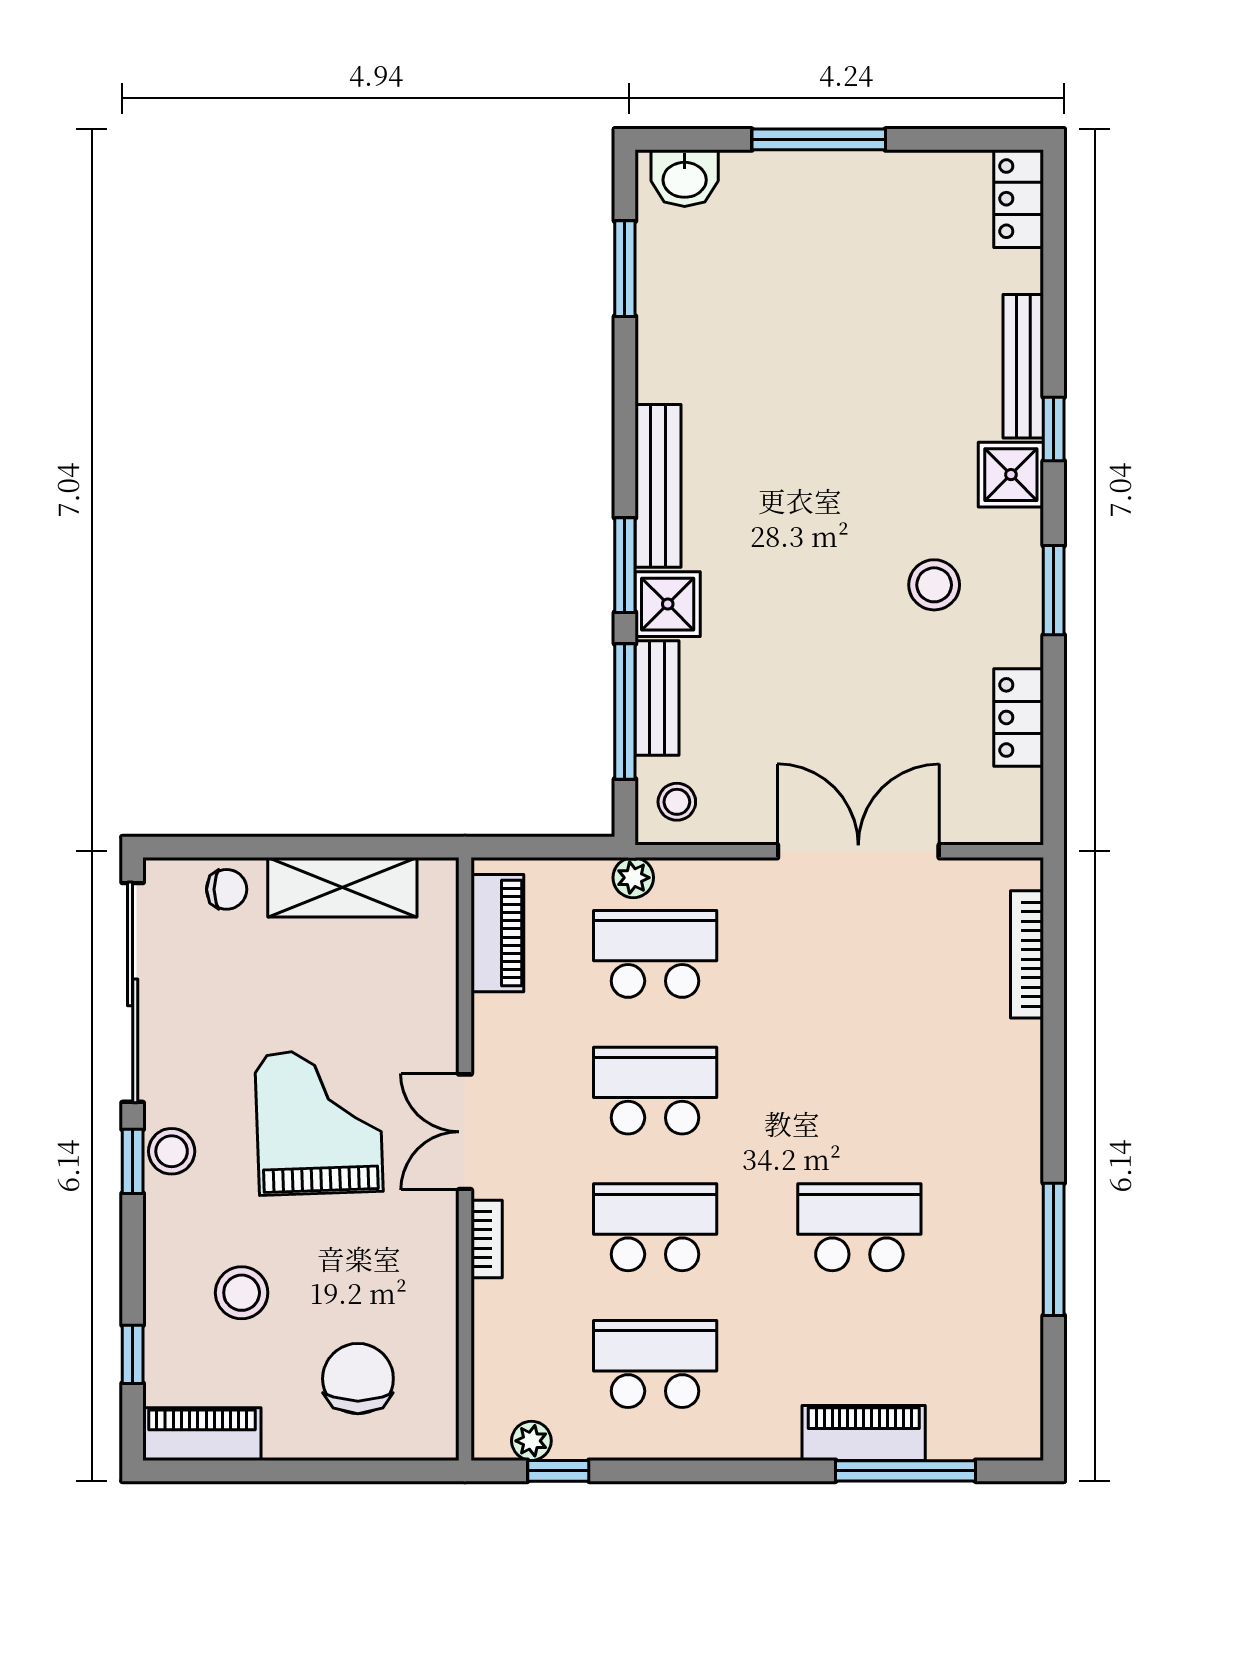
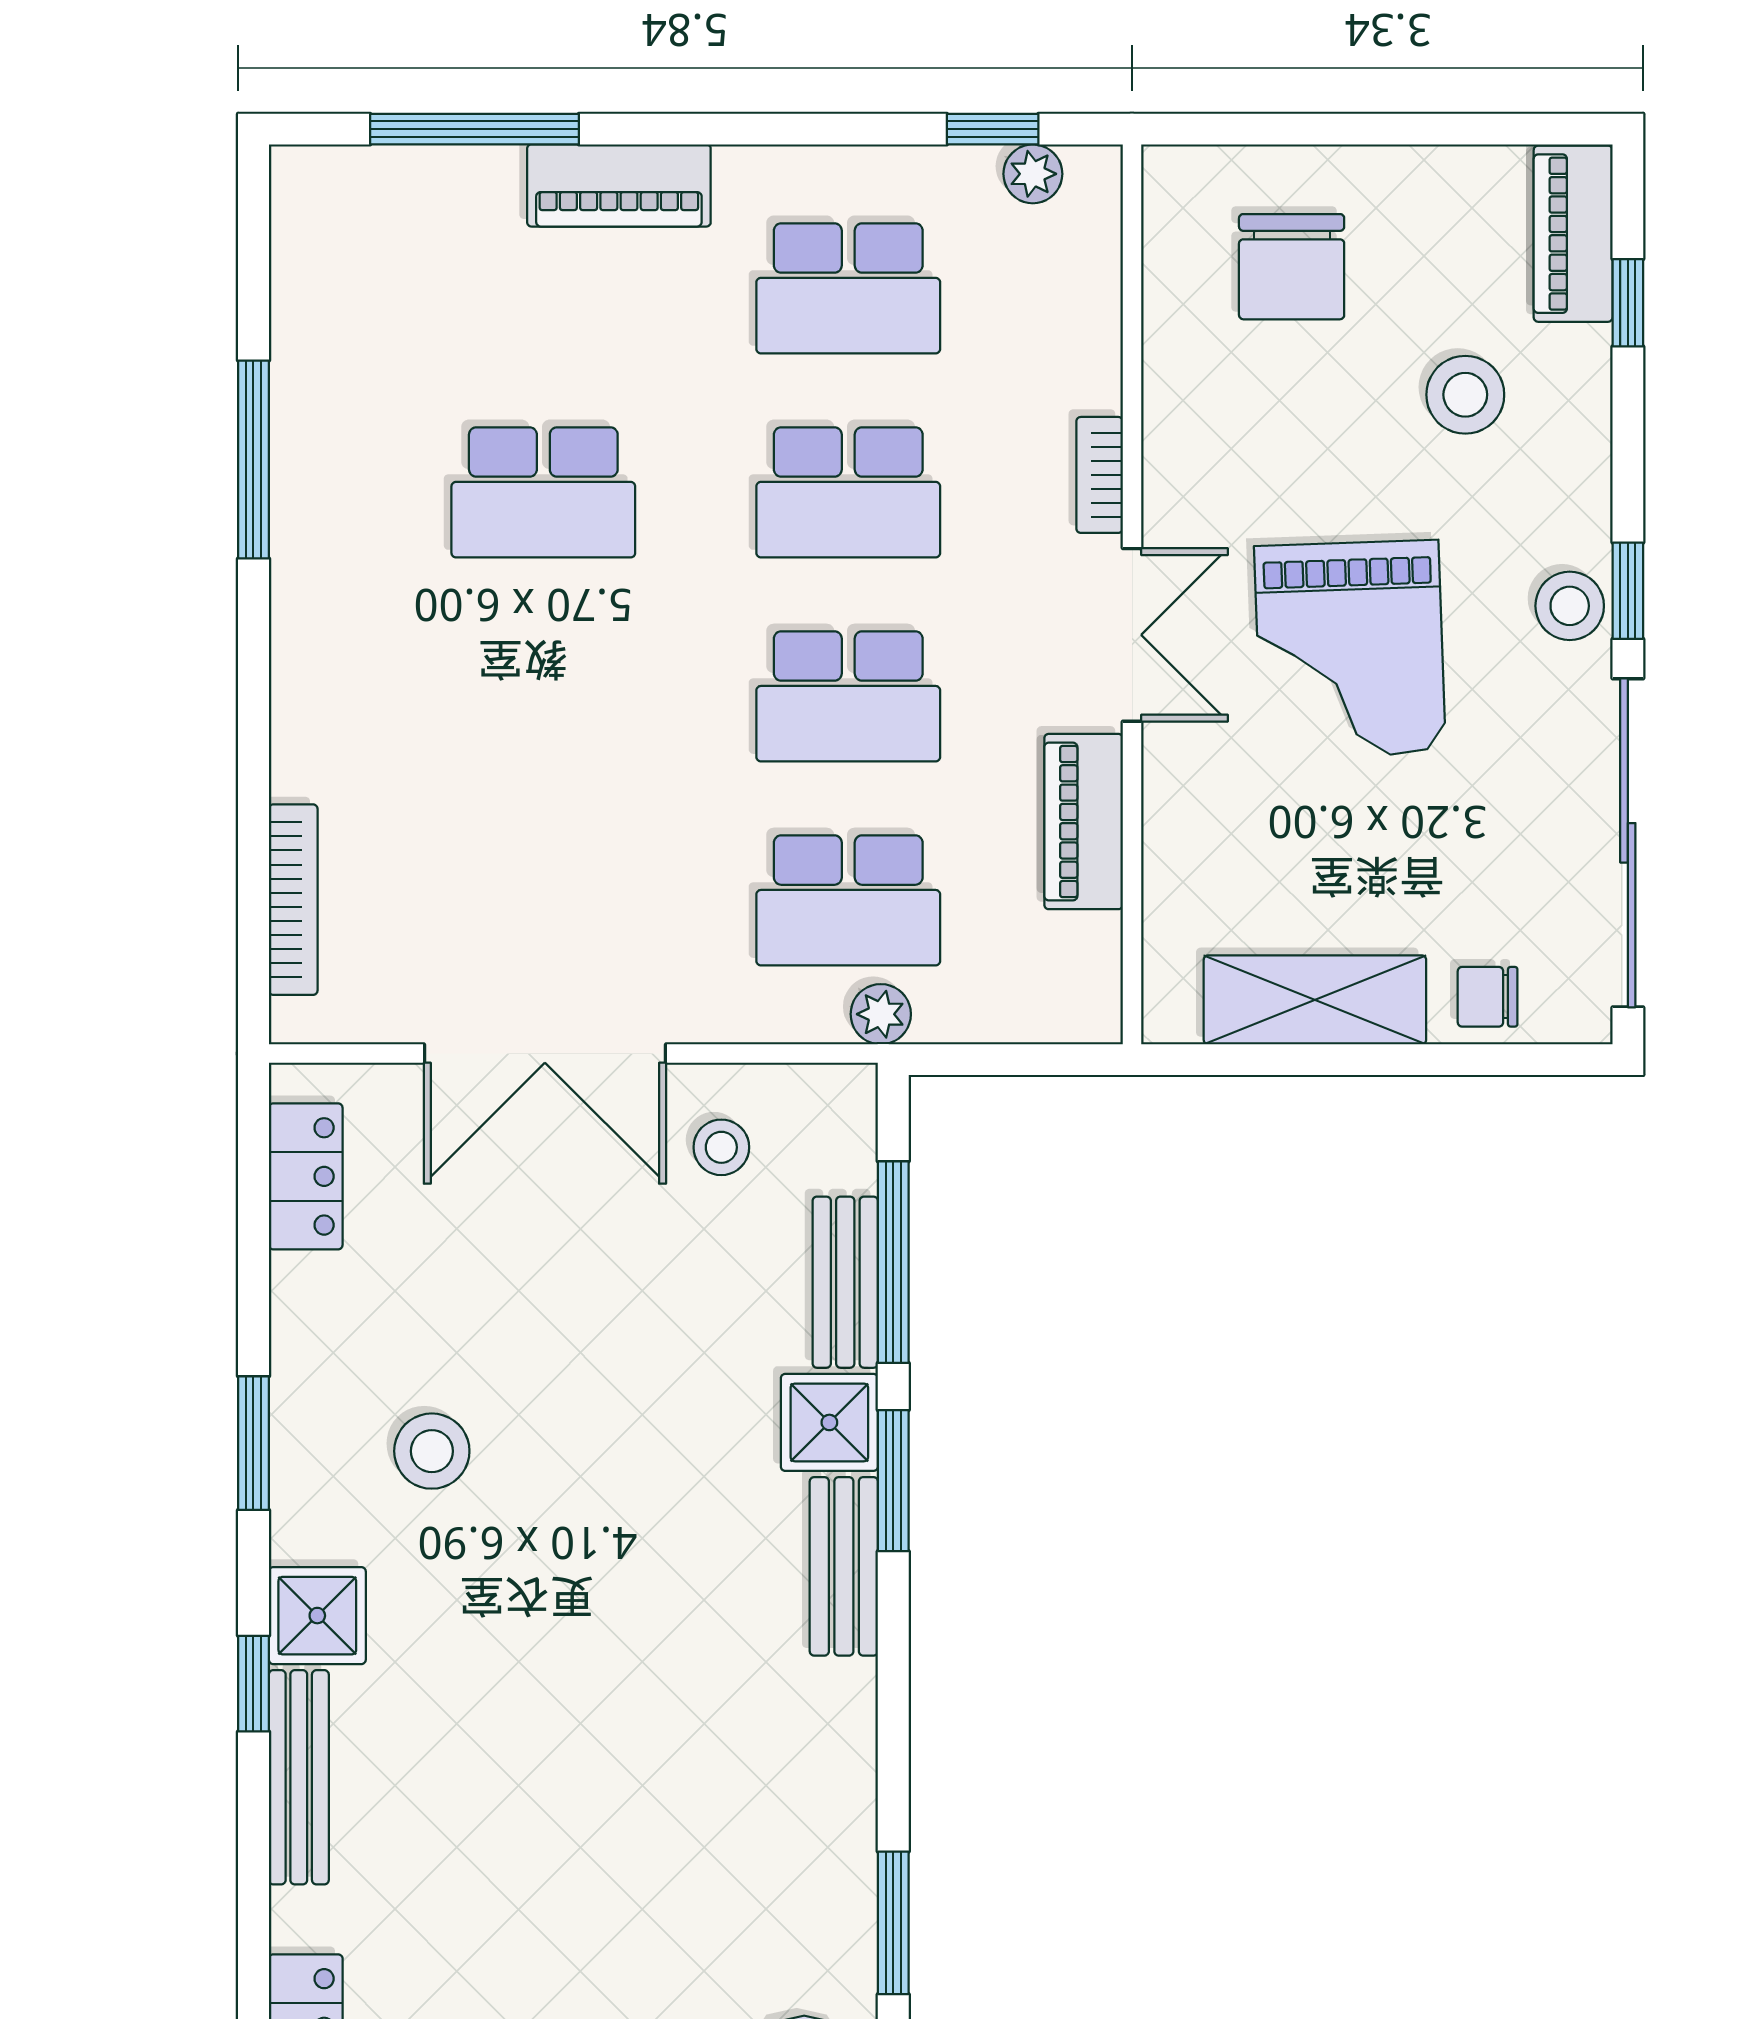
bench: (658, 486) -> (844, 1566), width x0.73
locker: (1019, 717) -> (306, 1176), moved
stool: (677, 802) -> (721, 1147), moved
piano: (497, 933) -> (1084, 822), moved
piano: (864, 1433) -> (619, 185), moved
piano: (202, 1434) -> (1573, 234), moved, turned 90

